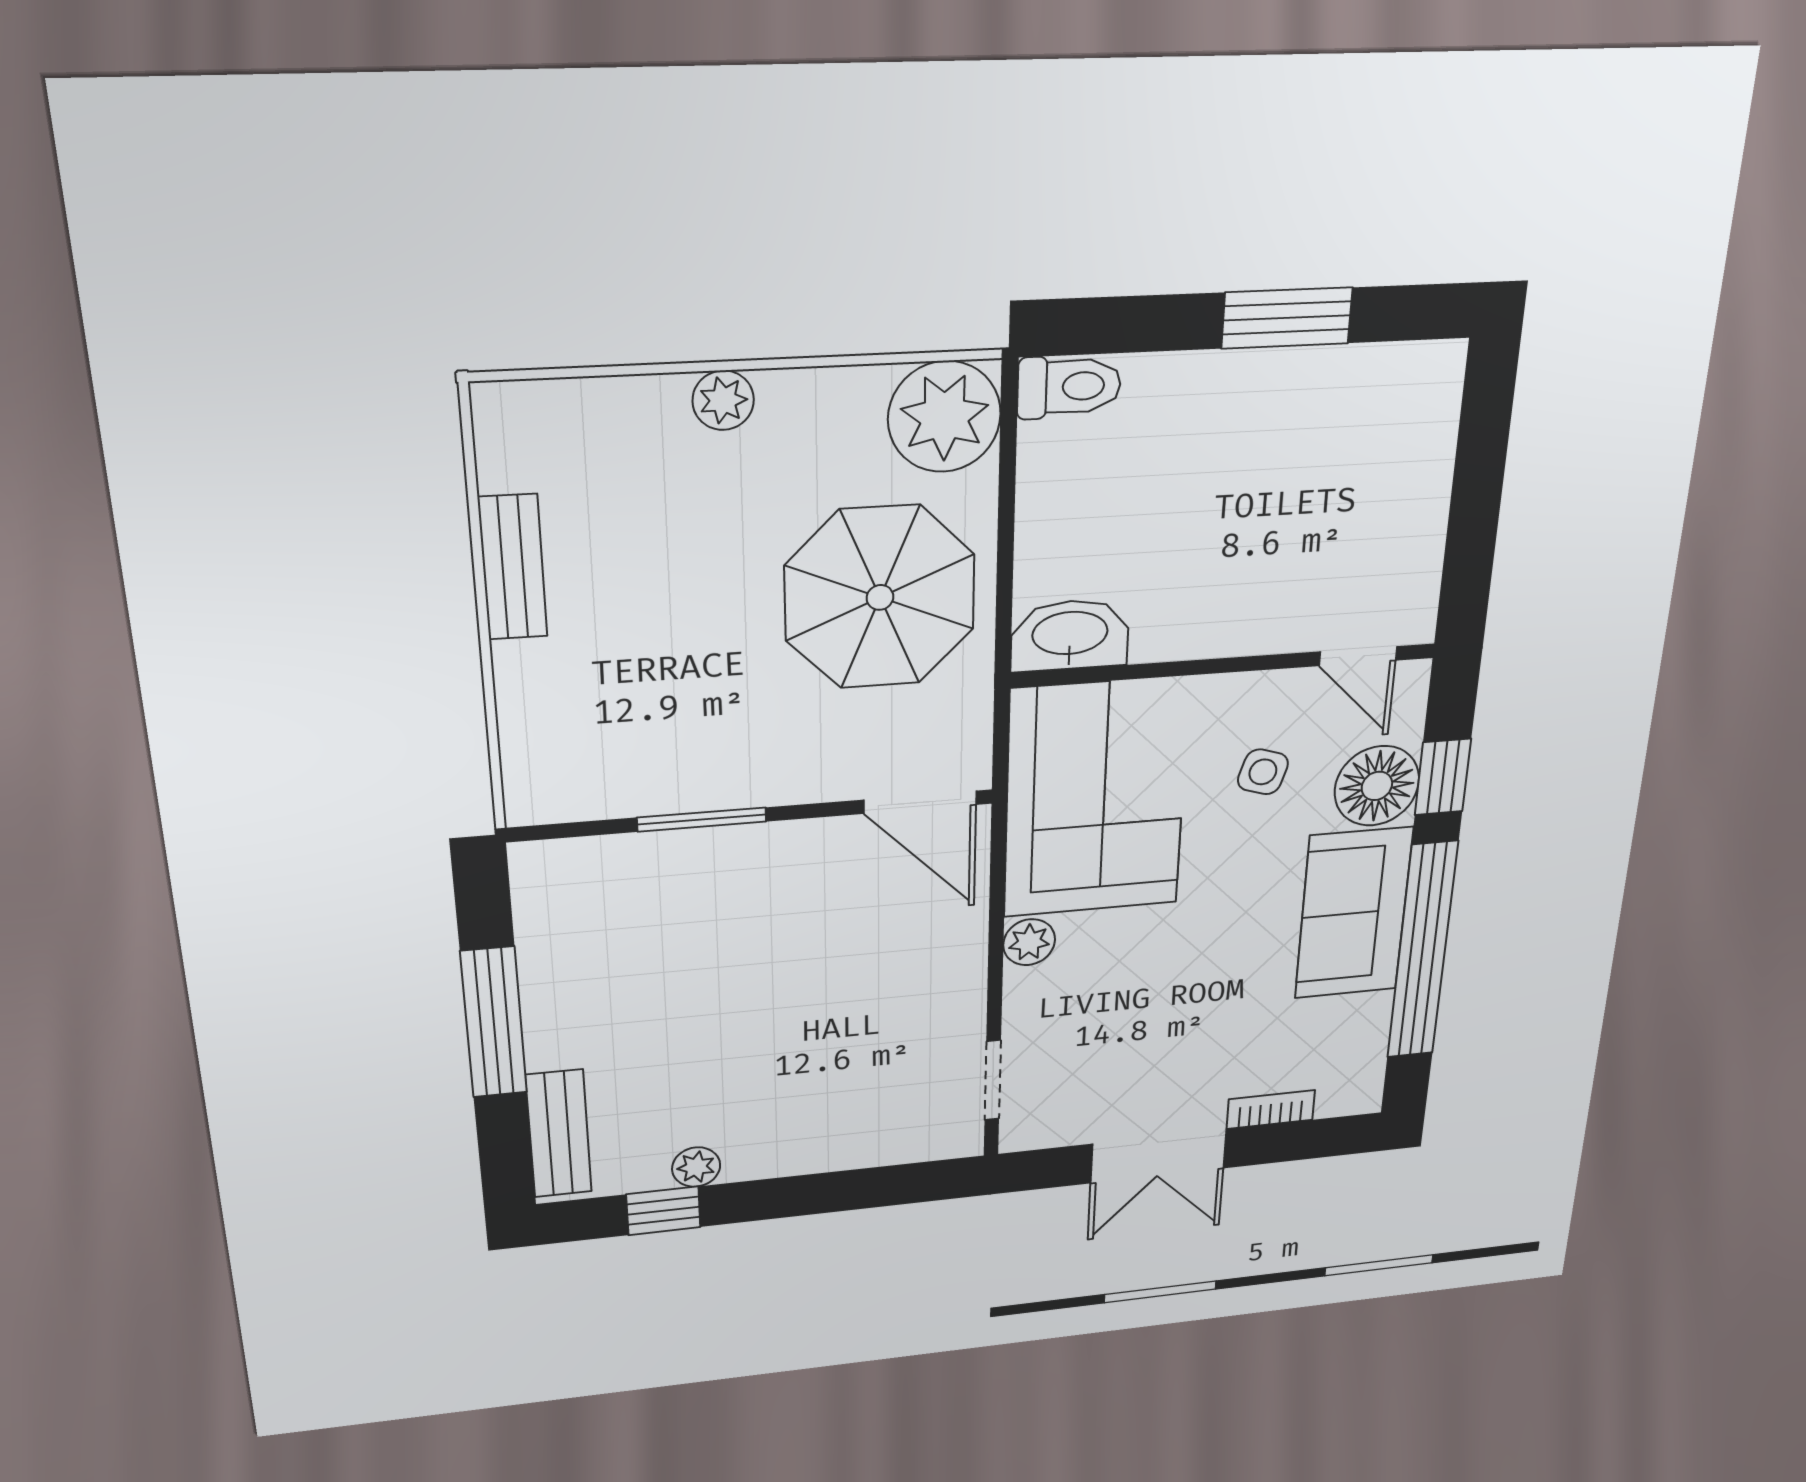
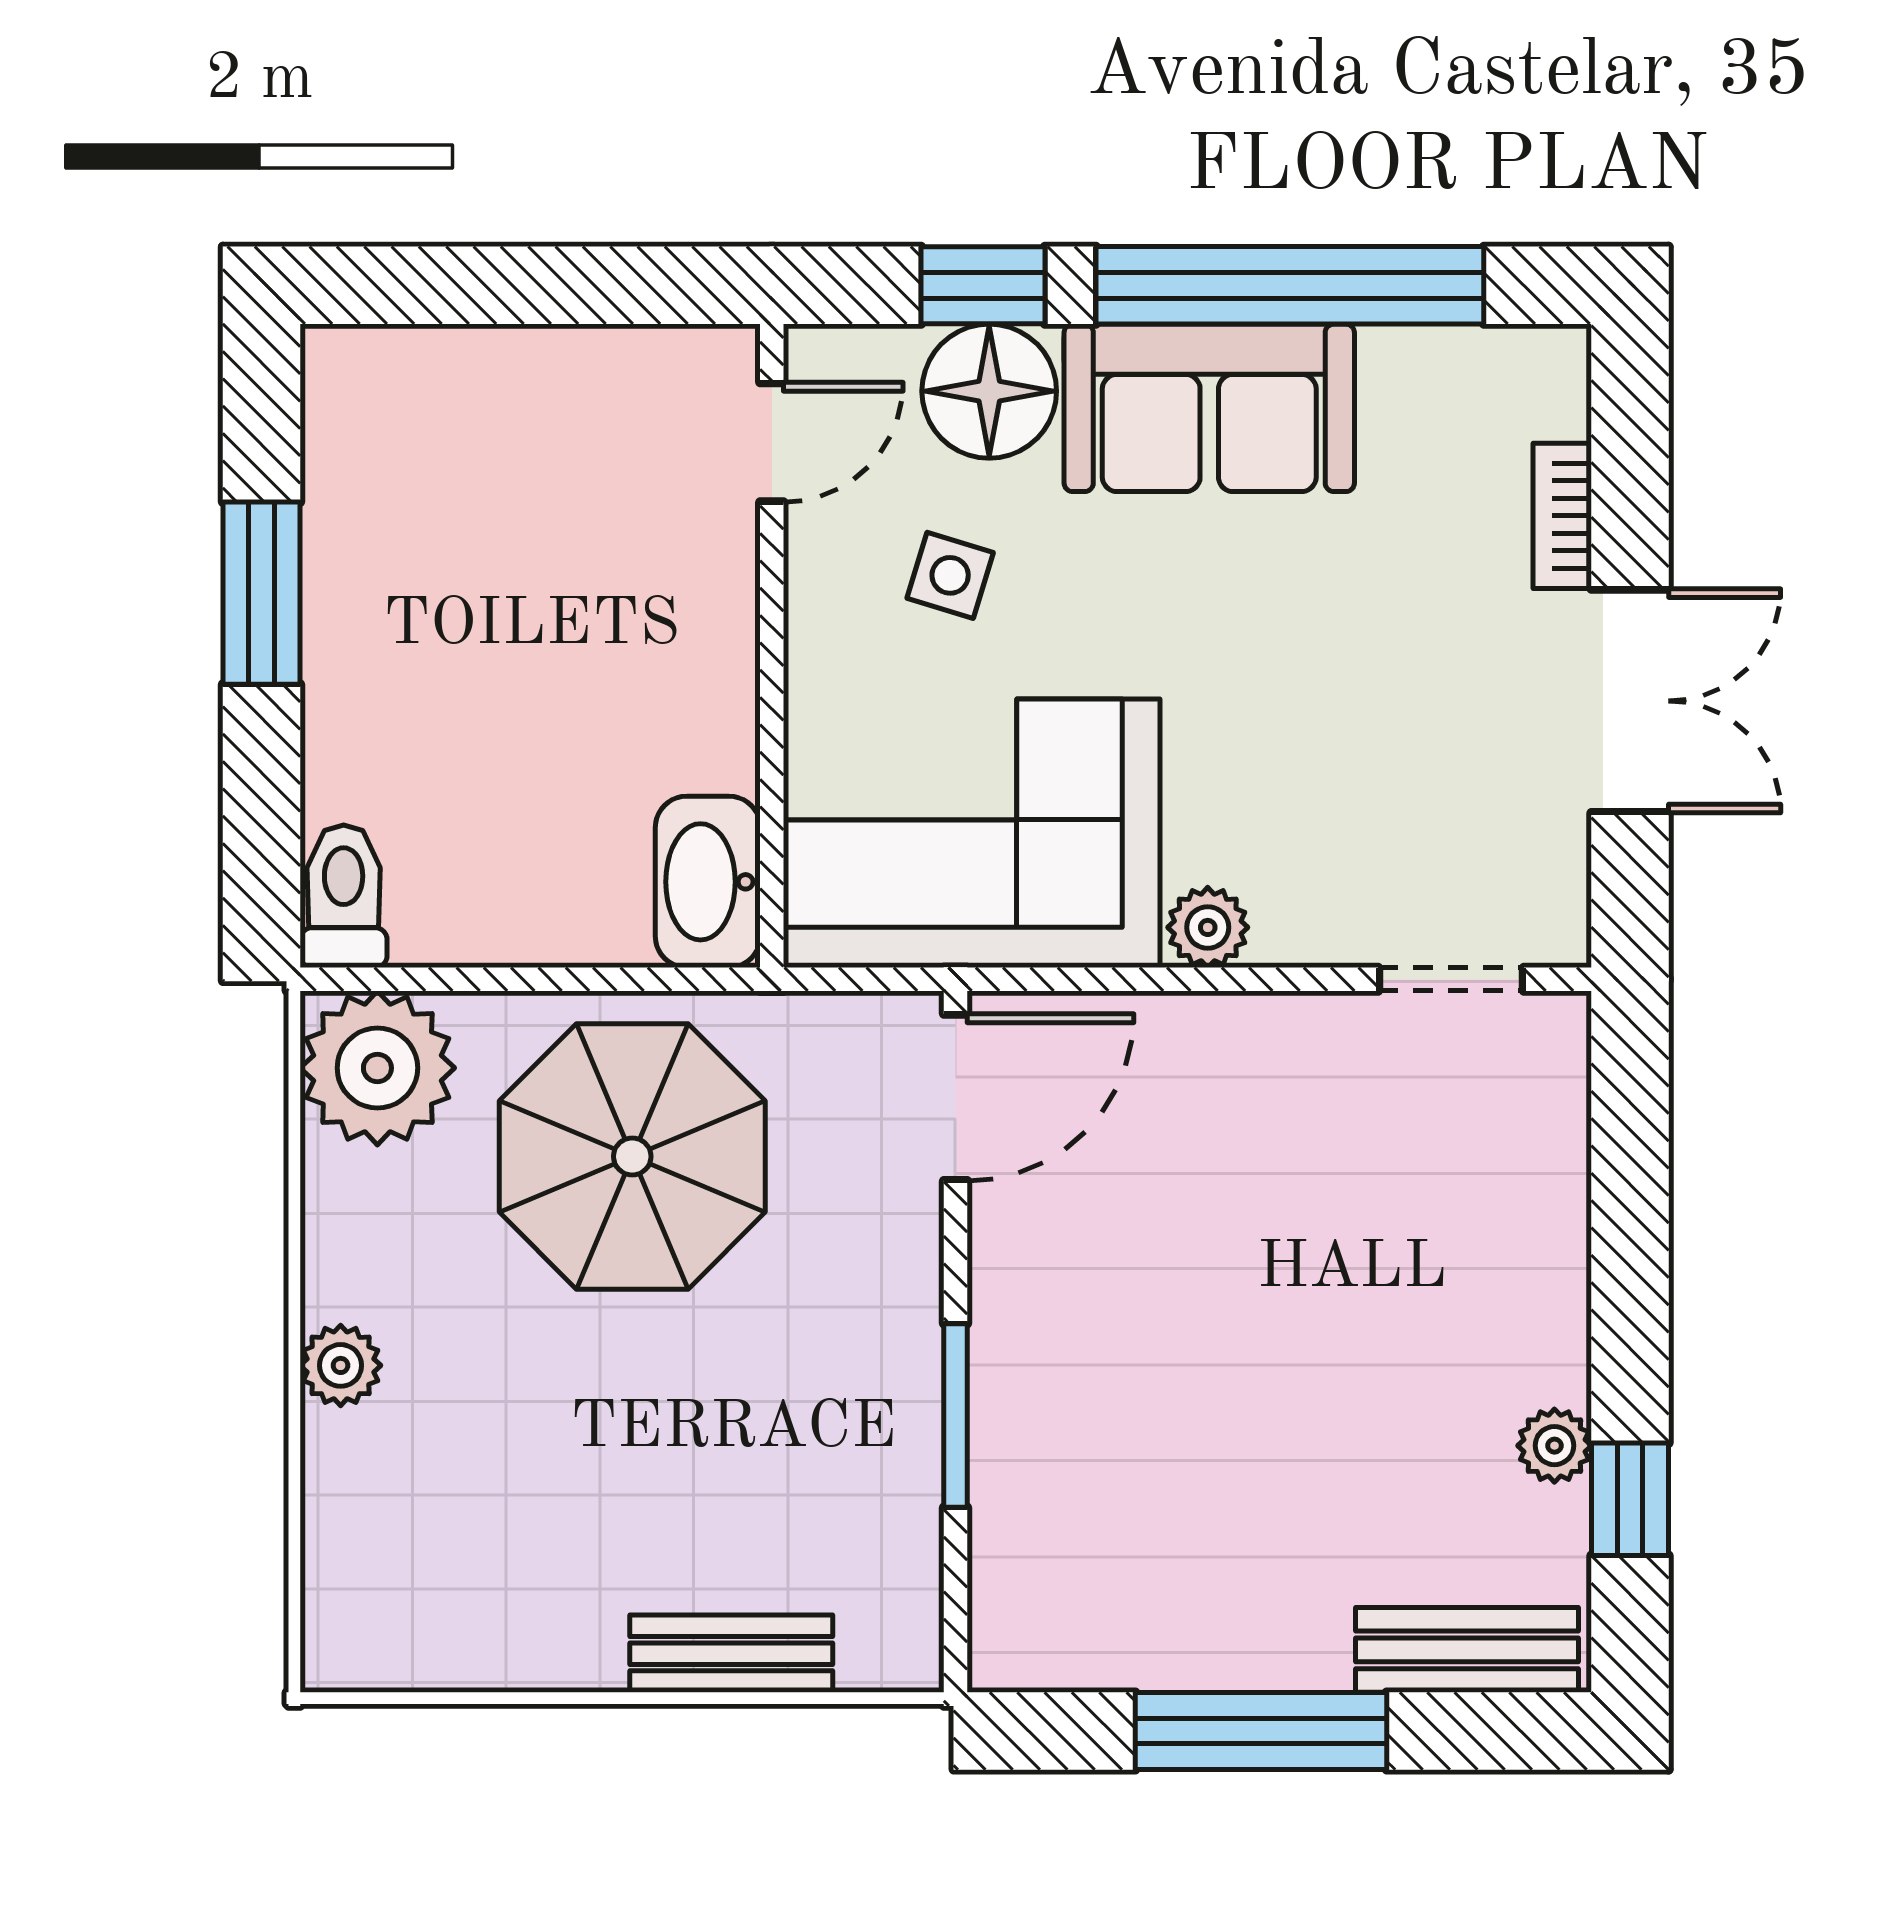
bench: (513, 567) -> (731, 1654), moved

